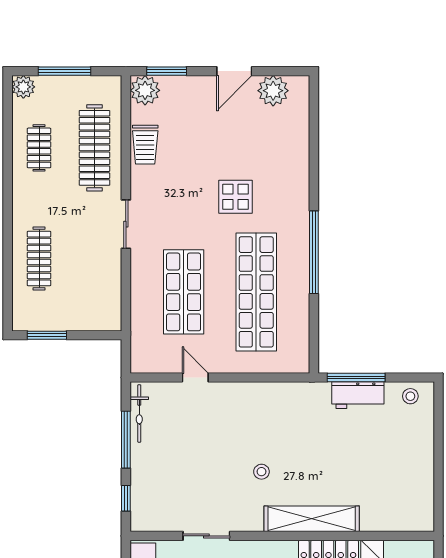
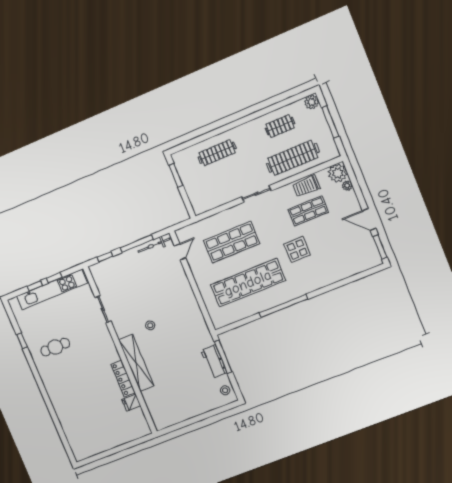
window: (167, 71) -> (380, 247), moved
plant: (273, 91) -> (347, 186), moved, width x0.53, depth x0.53
shop shelf: (184, 157) -> (308, 211), added
door: (195, 377) -> (180, 252), moved

